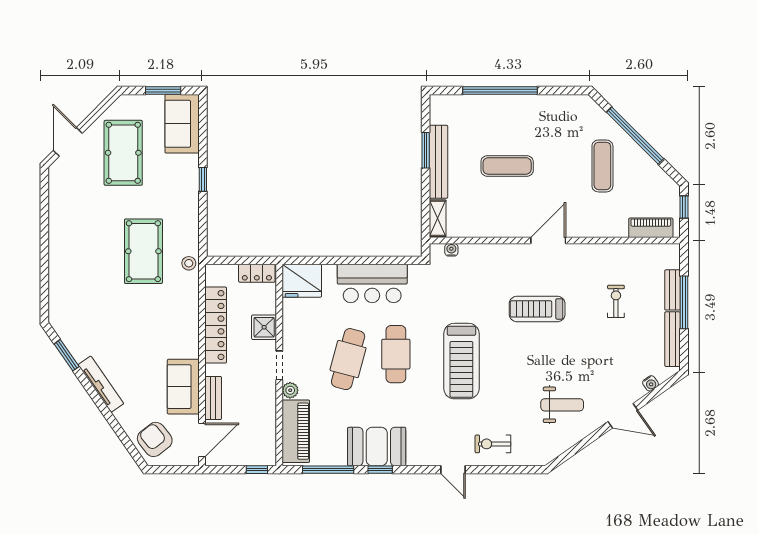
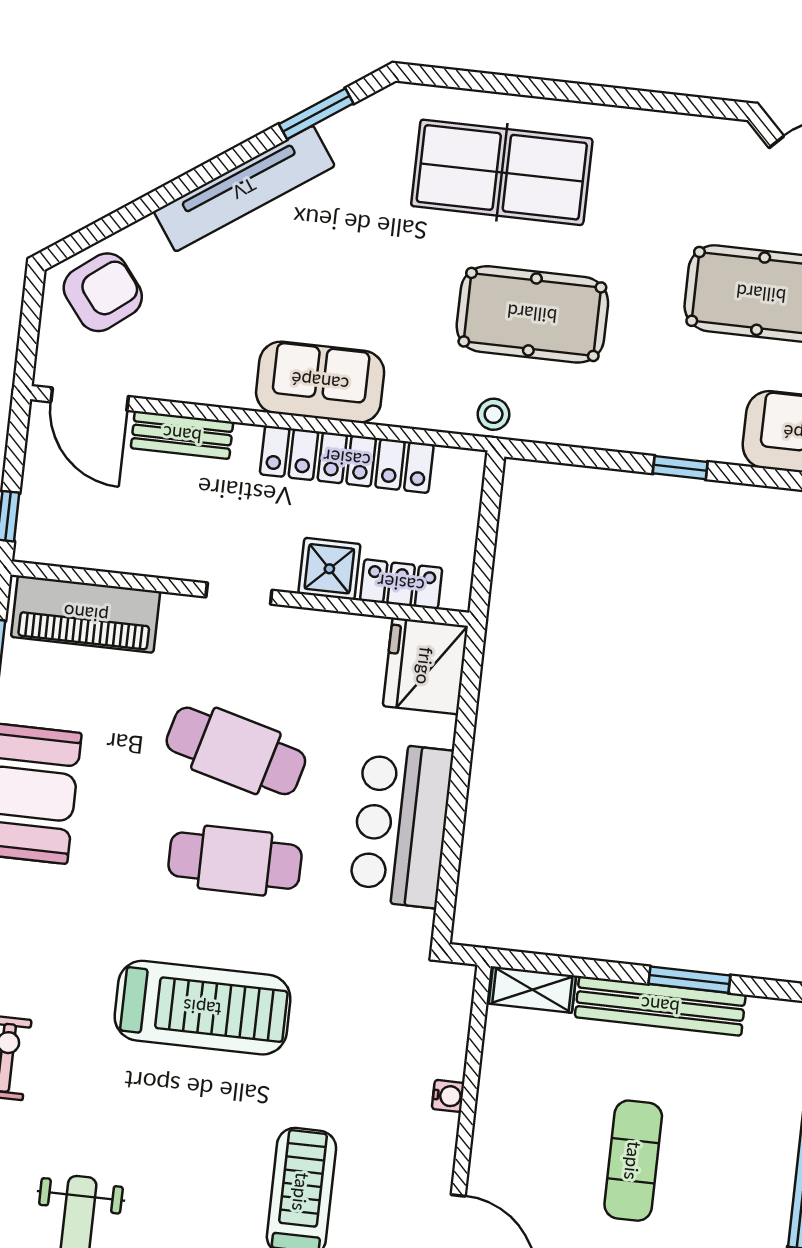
water cooler: (451, 250) -> (448, 1096), moved
table tennis table: (83, 271) -> (502, 172), added
locker: (257, 273) -> (401, 584), moved, turned 90
treadmill: (461, 361) -> (202, 1008), turned 180
tv unit: (101, 384) -> (244, 189), width x1.36, depth x1.29
sofa: (183, 387) -> (320, 382), moved
plant: (290, 390) -> (180, 612), removed

